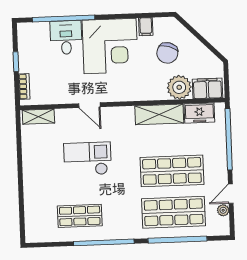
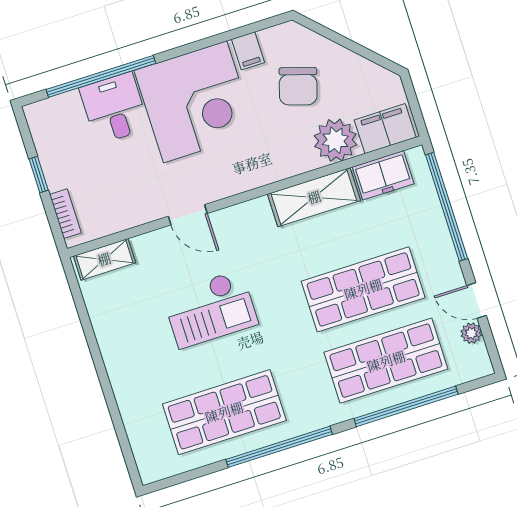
checkout: (87, 159) -> (210, 309), turned 180
door: (231, 194) -> (477, 300), hinge flipped
shop shelf: (80, 216) -> (224, 412), width x1.43, depth x1.36

